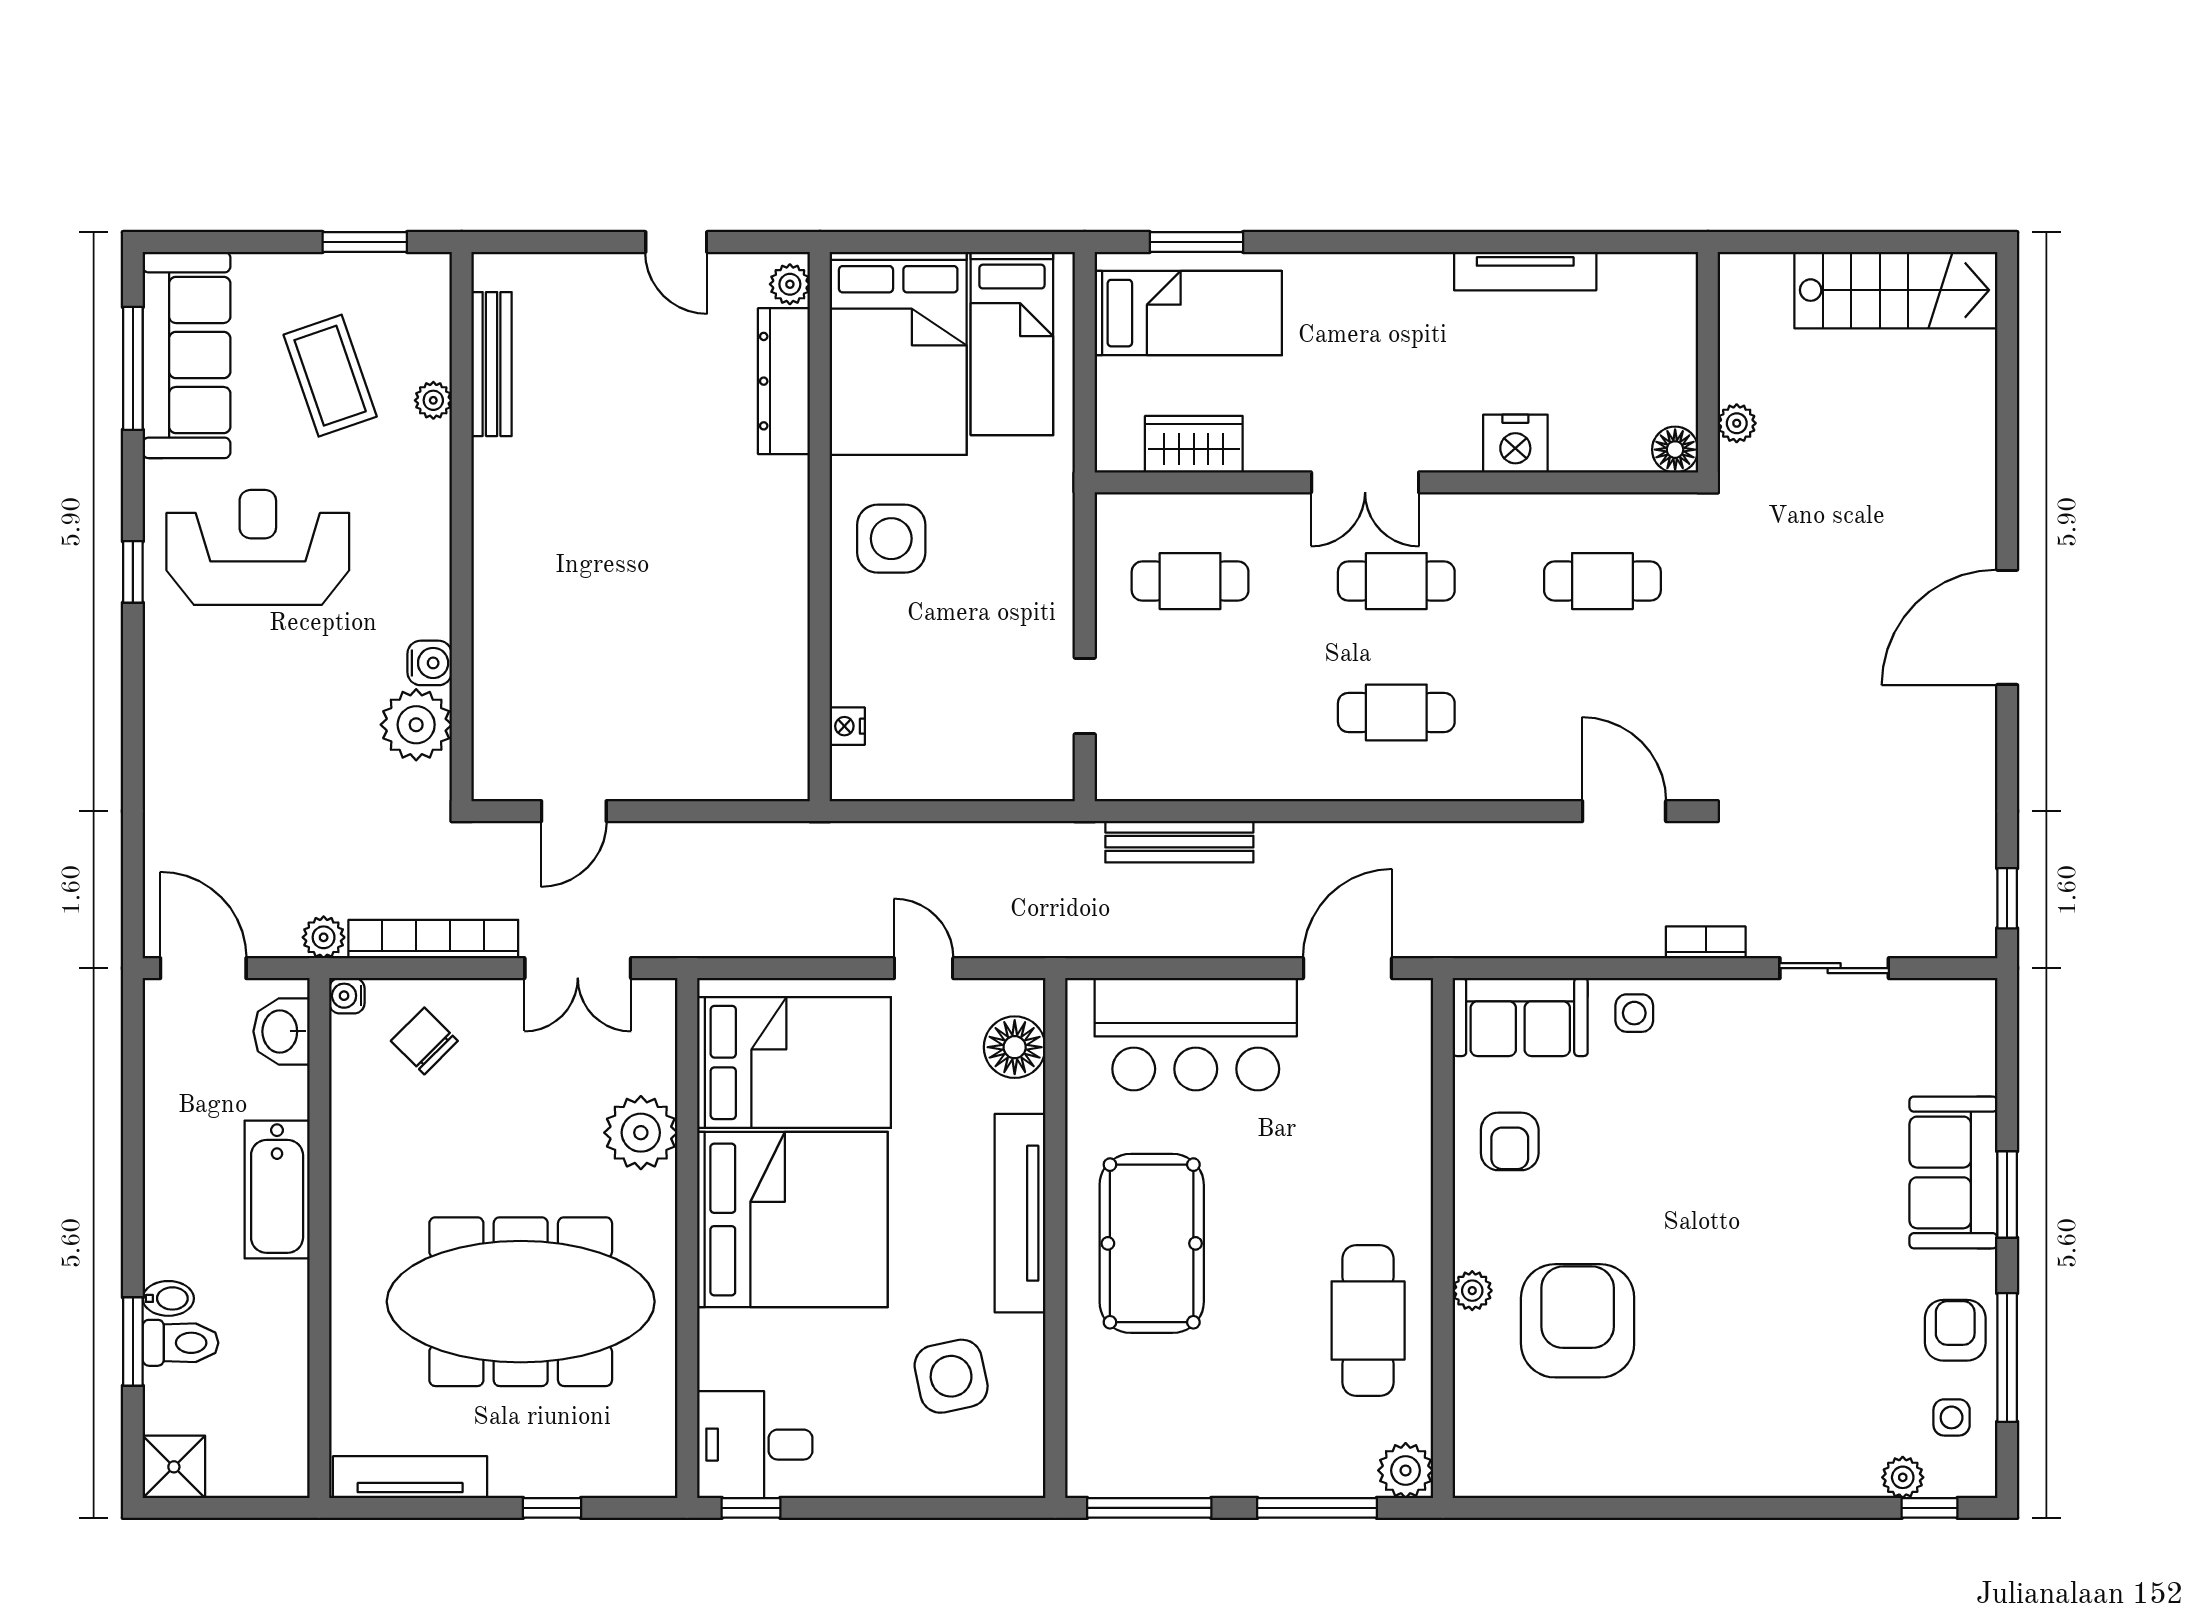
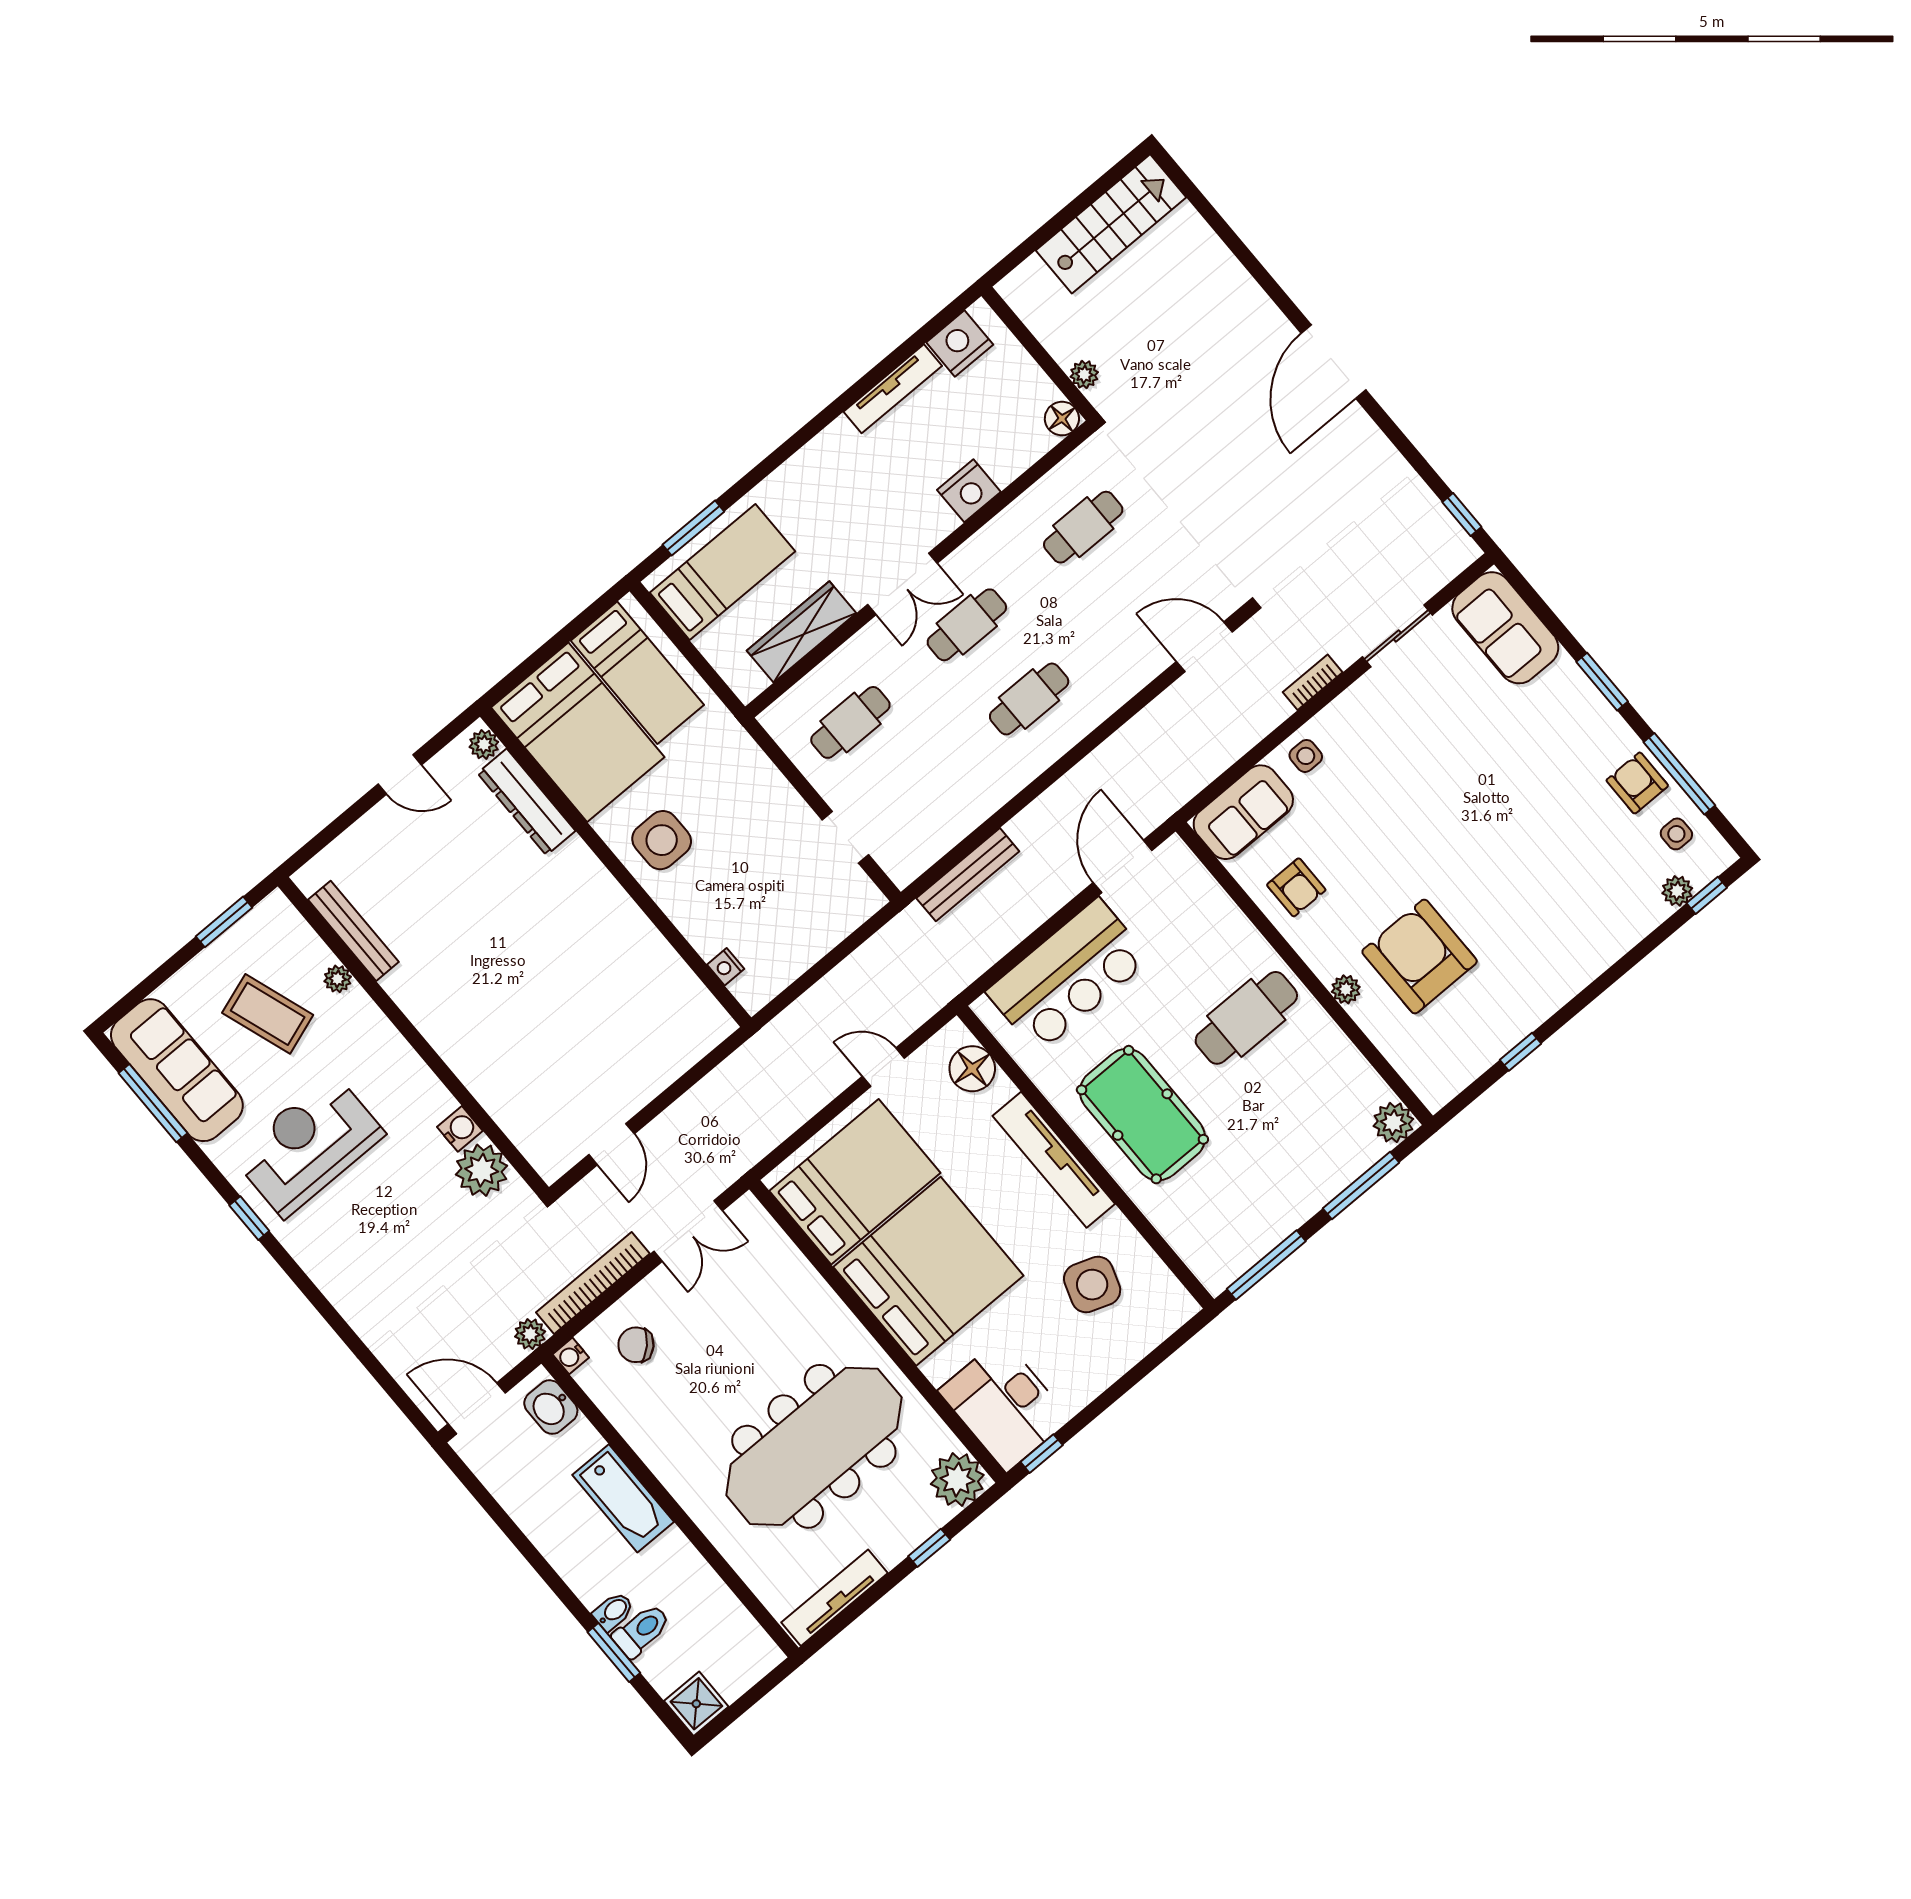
nightstand: (1634, 282) -> (960, 343), added
wardrobe: (1194, 444) -> (801, 632), width x1.50
plant: (641, 1133) -> (957, 1480), moved
sofa: (1953, 1172) -> (1505, 628), moved
cafe table: (1368, 1321) -> (1246, 1018), moved, turned 90
side table: (951, 1376) -> (1092, 1285), turned 31
desk: (755, 1445) -> (1004, 1405), width x1.37
window: (1599, 1508) -> (1520, 1052), added

